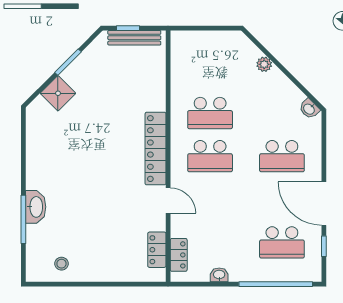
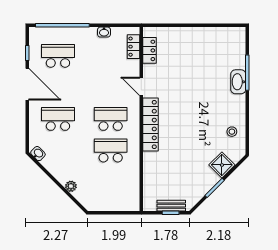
bench: (134, 38) -> (171, 206), width x0.73
stool: (61, 264) -> (232, 132), moved

